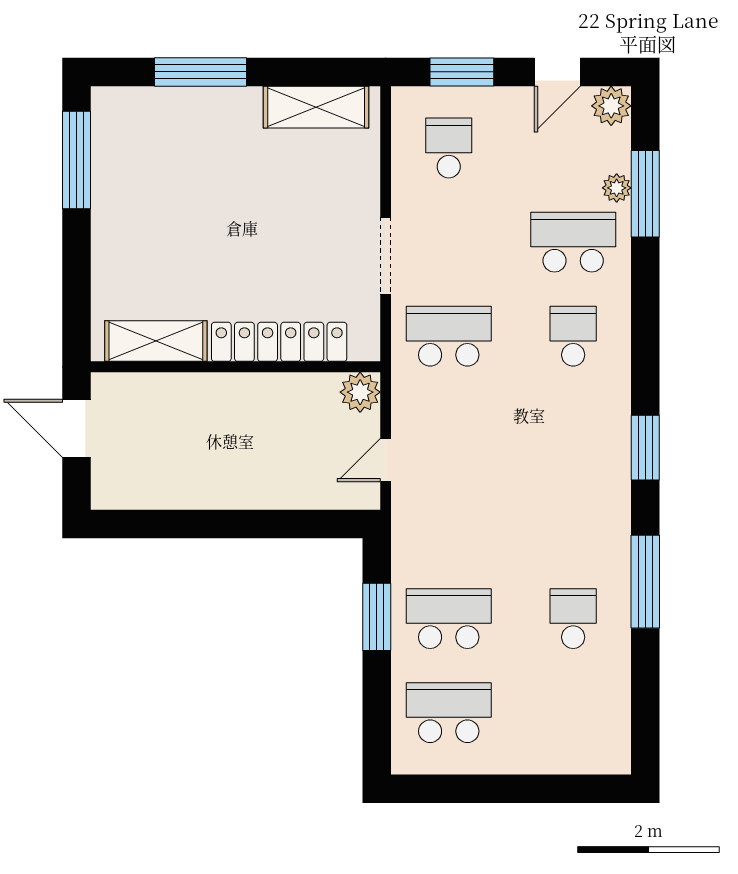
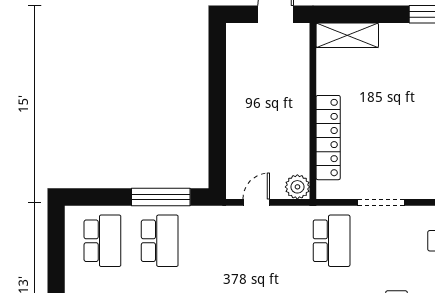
shelving: (156, 341) -> (347, 35), moved, turned 90
door: (386, 460) -> (256, 202), hinge flipped
window: (377, 617) -> (161, 197), width x1.44

